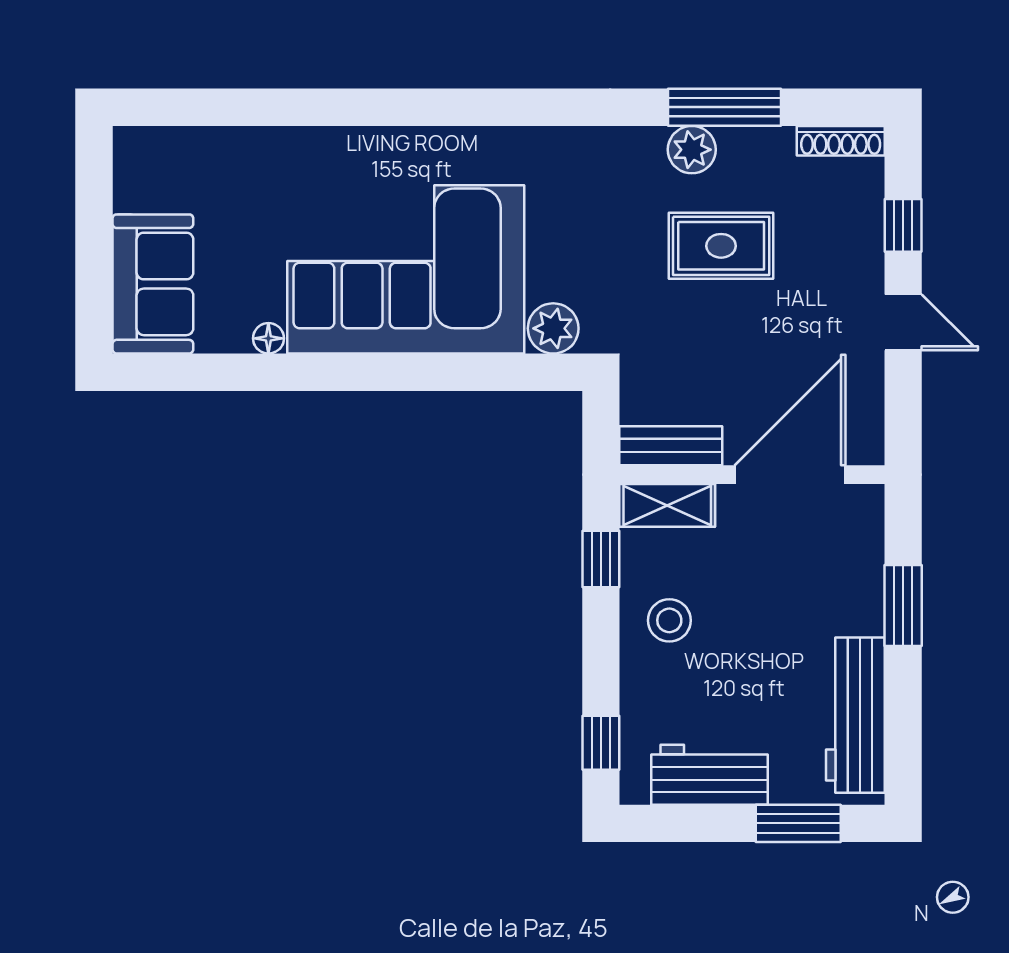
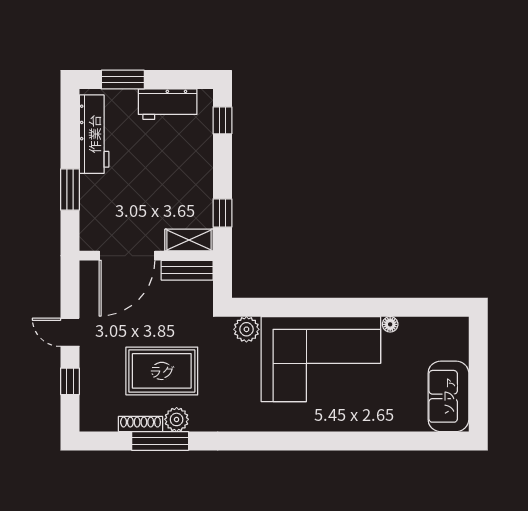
shoe rack: (841, 141) -> (141, 424), moved
rug: (721, 246) -> (162, 371), width x1.36, depth x1.43
sofa: (153, 284) -> (448, 396), moved
stool: (669, 620) -> (188, 182), removed

